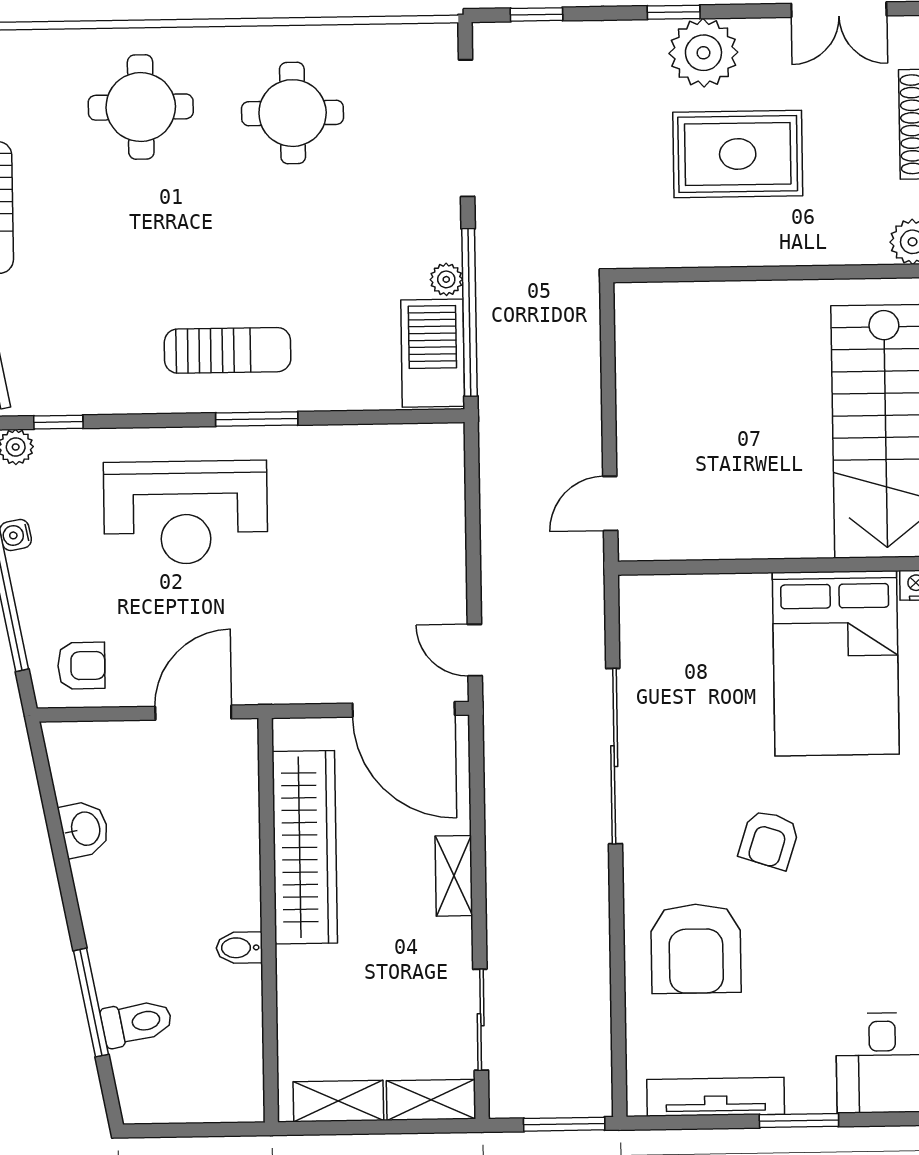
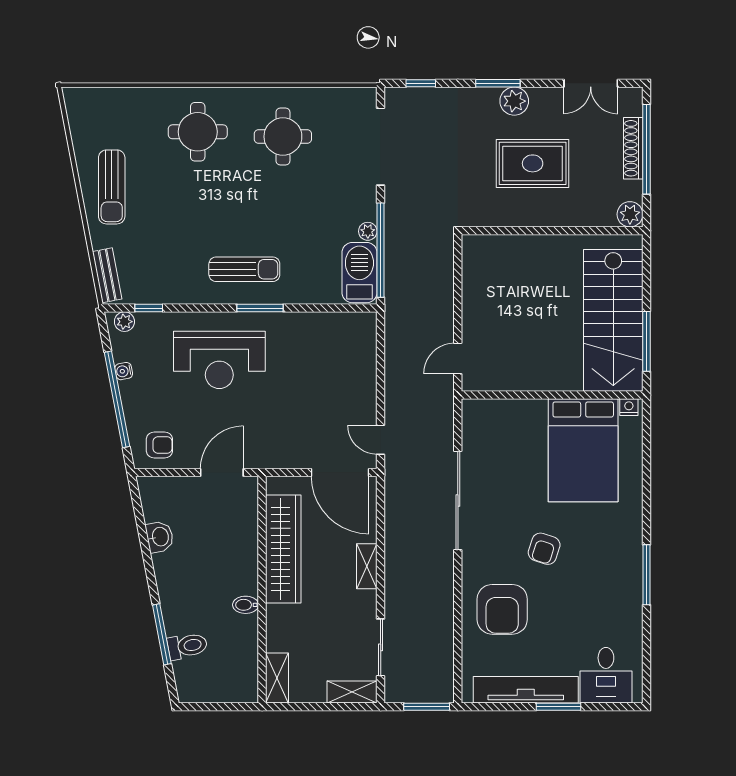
window: (674, 12) -> (498, 83), width x1.50
plant: (703, 53) -> (514, 101), width x0.73, depth x0.73
tv unit: (716, 1097) -> (526, 690), width x1.36, depth x1.29
shelving: (338, 1101) -> (277, 678), moved, turned 90

